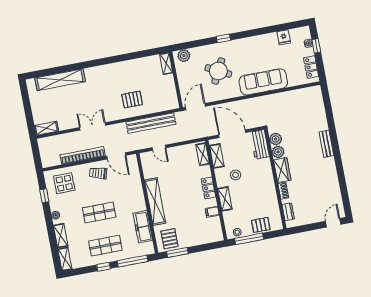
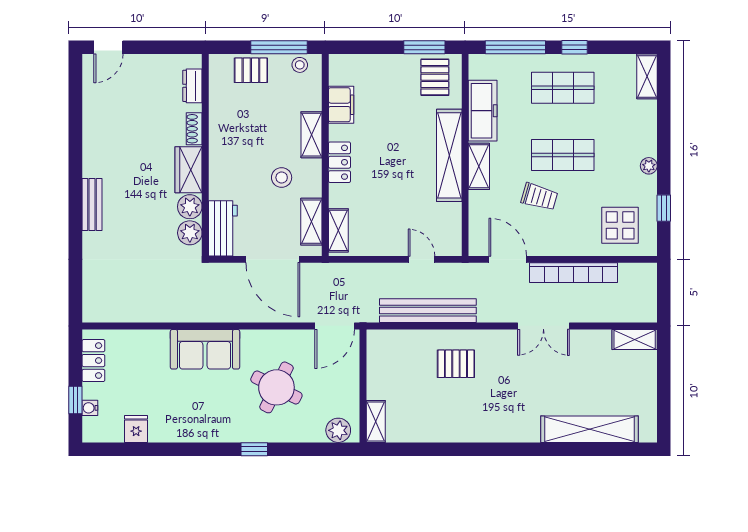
sofa: (263, 82) -> (205, 349), width x0.73
trolley: (98, 173) -> (539, 197), moved
filing cabinet: (212, 212) -> (341, 105), width x2.00
shelving: (61, 236) -> (479, 166), moved

